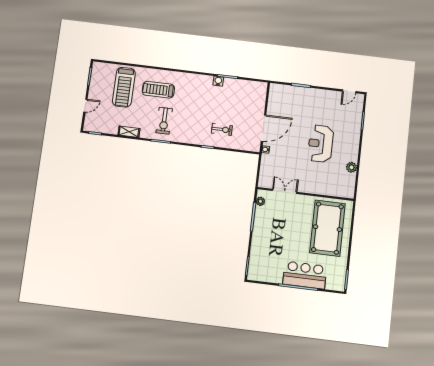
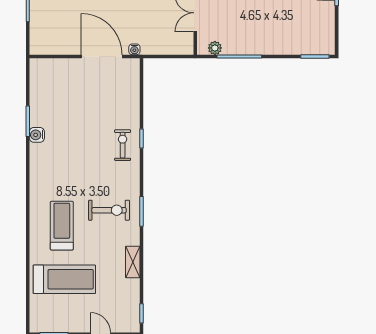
treadmill: (158, 90) -> (62, 226), turned 180
exercise bike: (222, 129) -> (123, 145), moved

